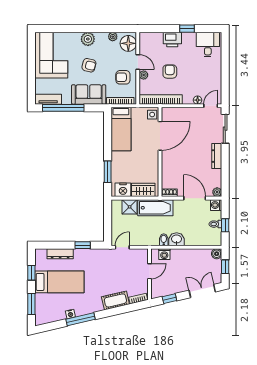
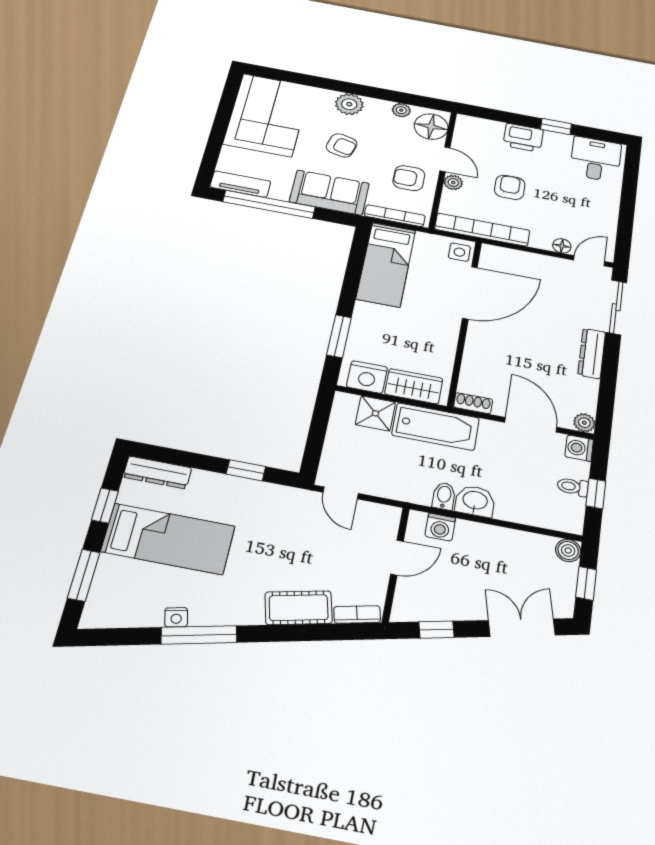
door: (122, 247) -> (341, 493), swing flipped
dresser: (60, 254) -> (157, 472), moved

